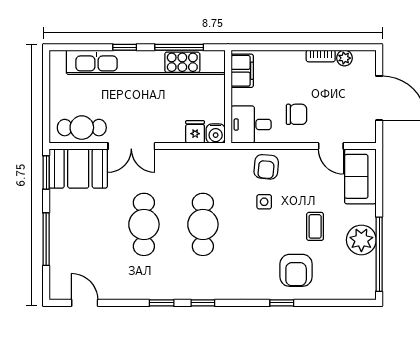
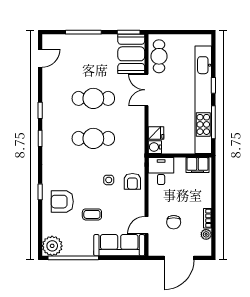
chair: (297, 114) -> (174, 222), moved
armchair: (266, 167) -> (132, 181), turned -95
sofa: (360, 176) -> (119, 245), width x1.36
plant: (361, 240) -> (52, 246), moved

